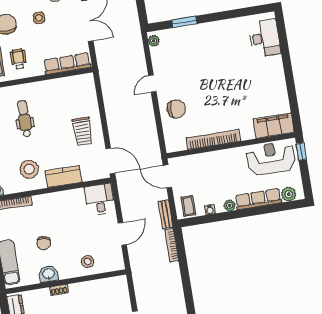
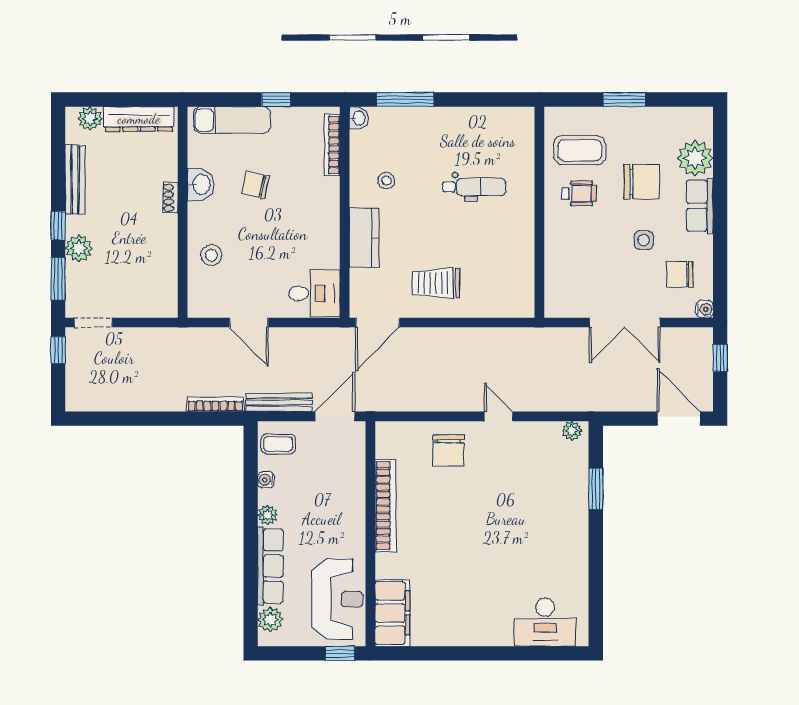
row of seats: (67, 64) -> (557, 276), removed
stool: (29, 169) -> (386, 181), width x0.53, depth x0.53
bench: (166, 214) -> (279, 402), width x1.36

